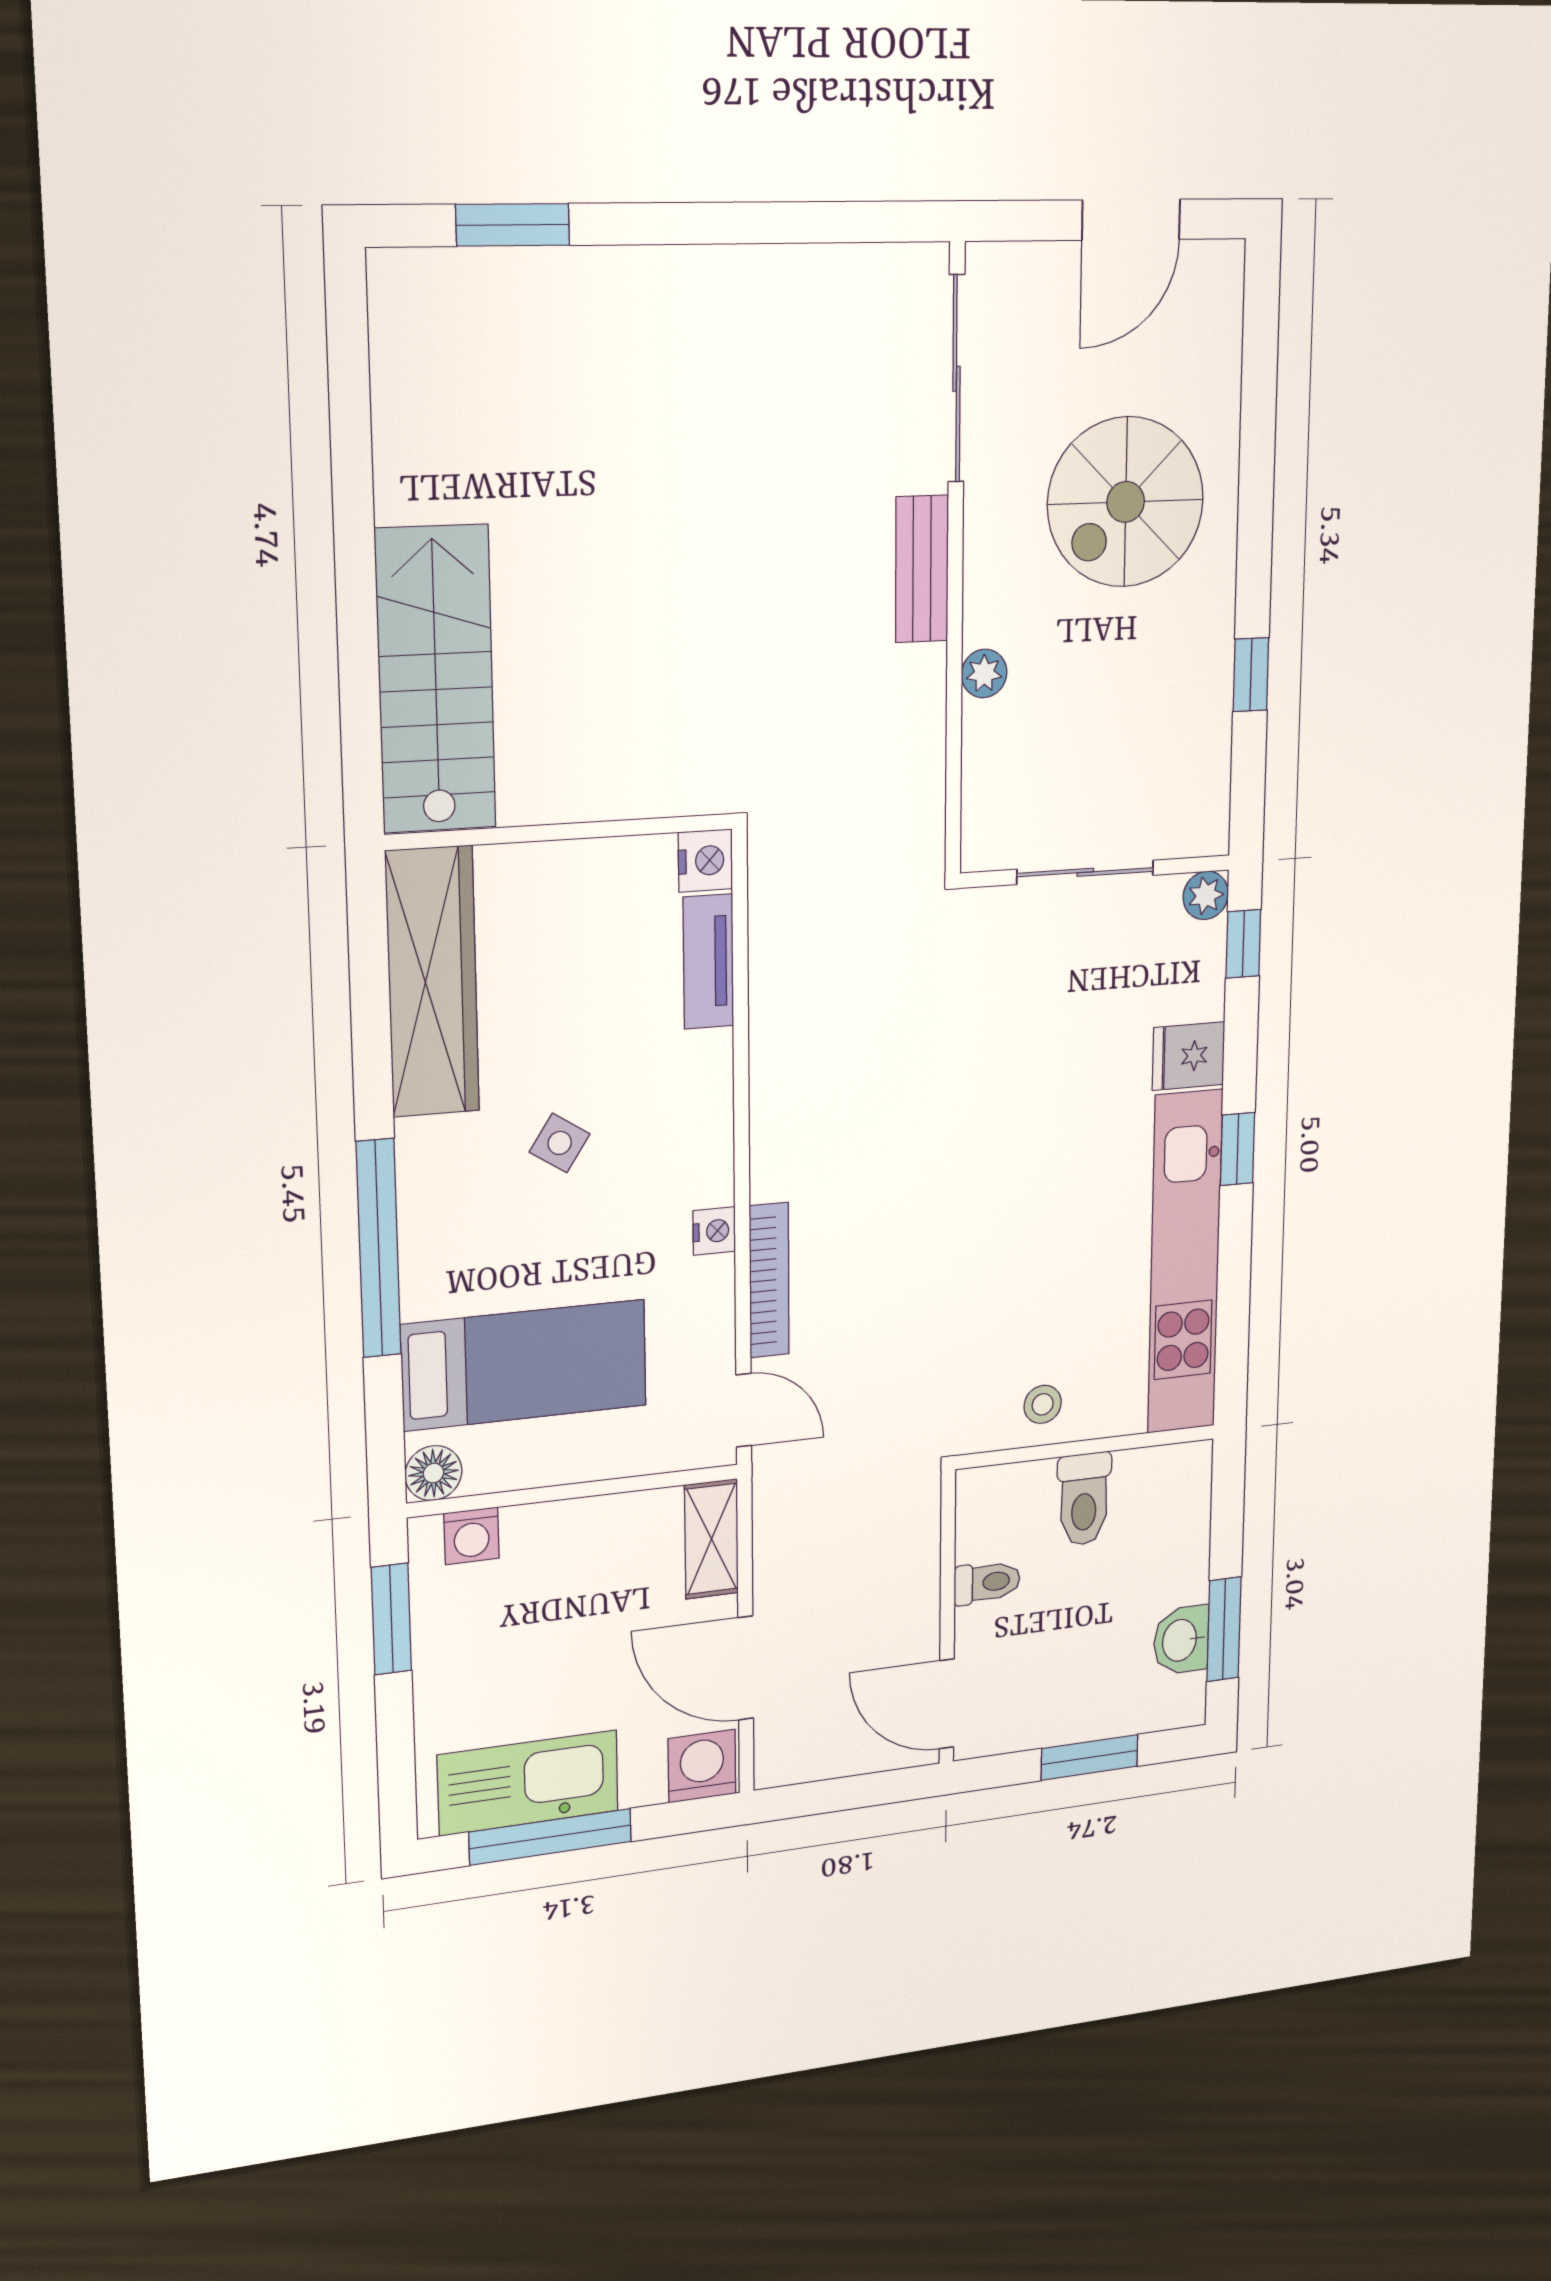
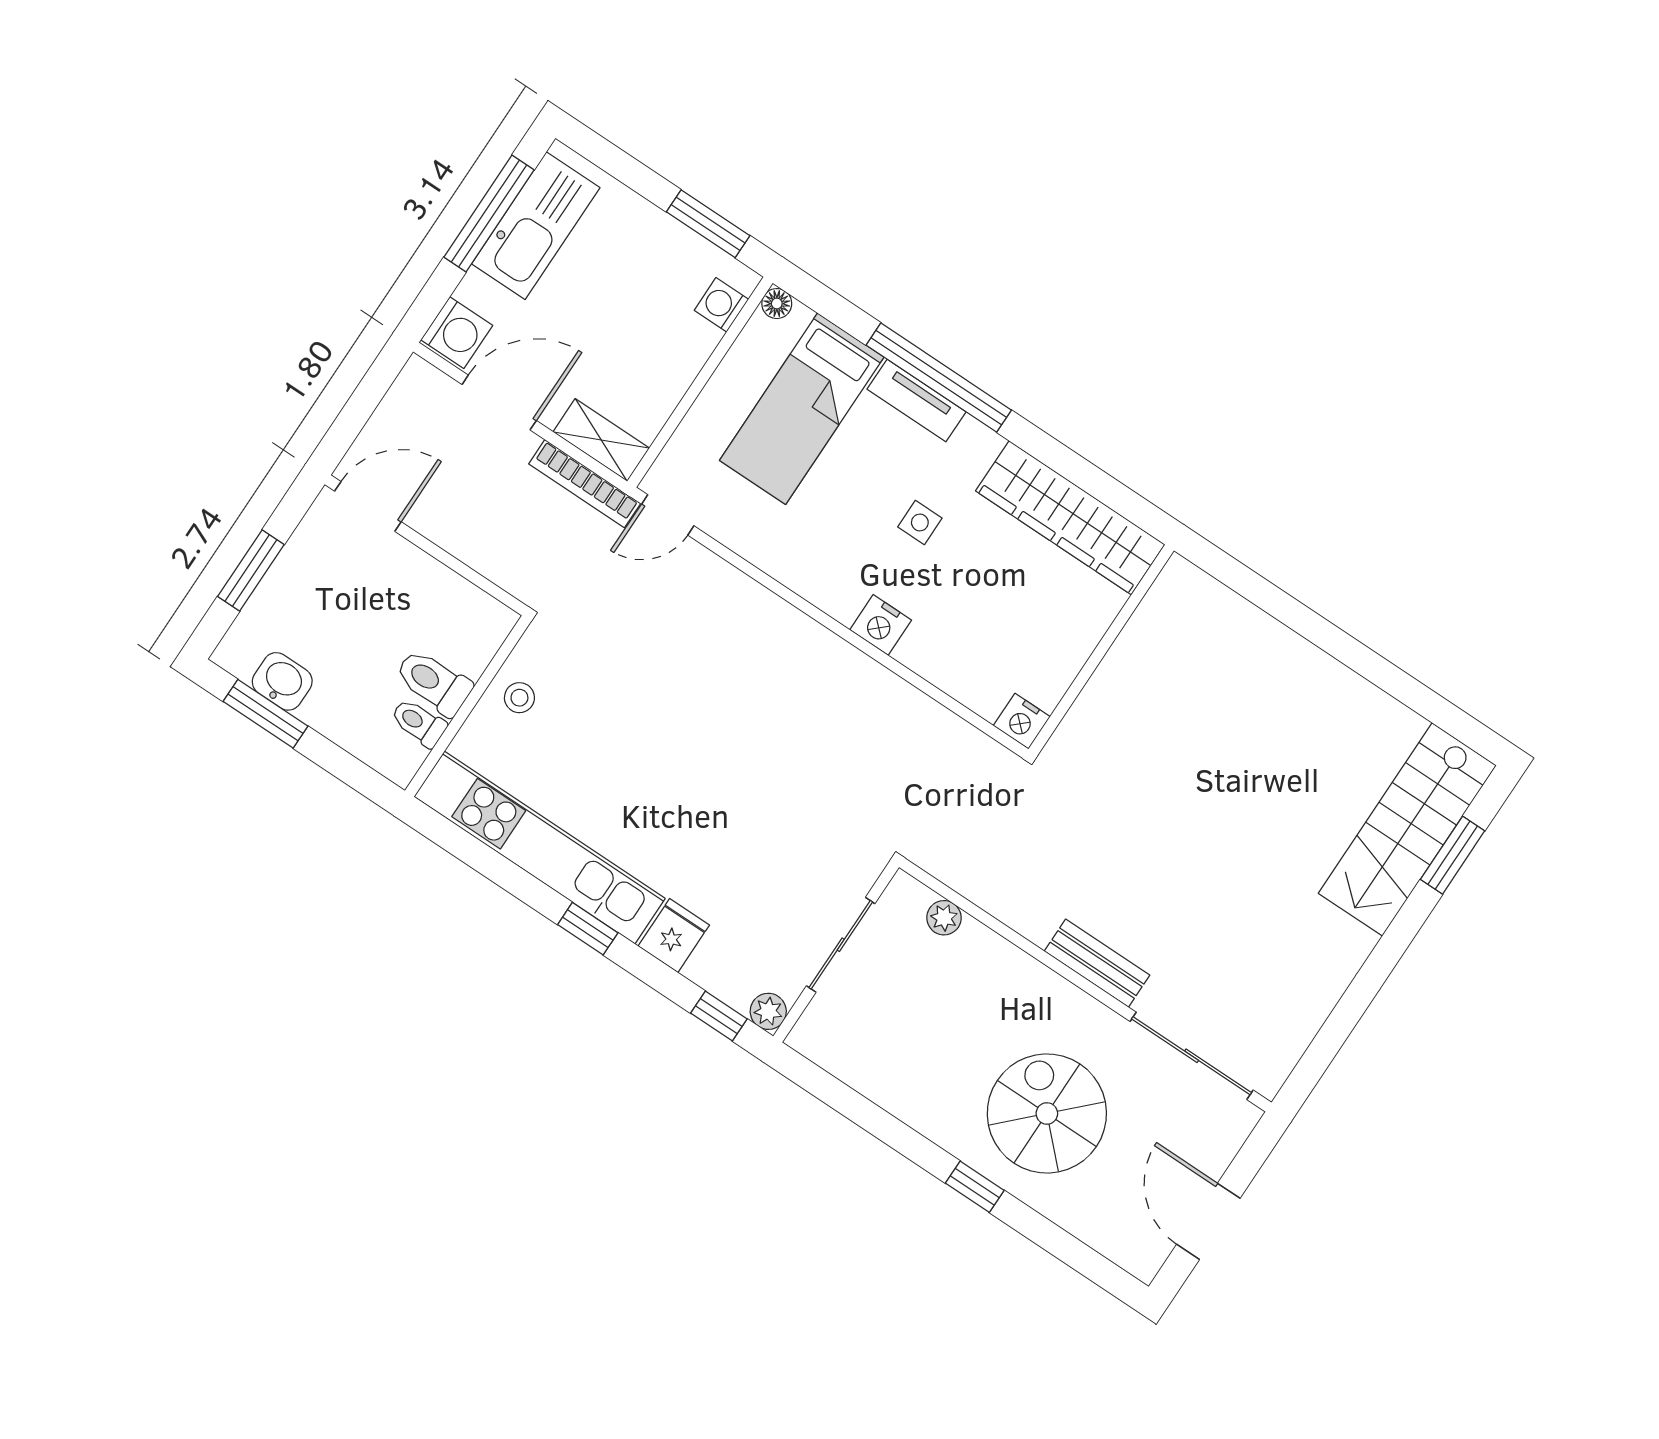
plant: (984, 673) -> (944, 918), moved
window: (1251, 675) -> (975, 1187), moved
stairs: (436, 679) -> (1407, 829), moved, turned 90
tv unit: (708, 962) -> (916, 400), moved, turned 180
side table: (560, 1143) -> (920, 522), turned -33
nightstand: (714, 1231) -> (881, 625), moved, width x1.39, depth x1.35
bookcase: (769, 1280) -> (585, 484), moved
floor lamp: (433, 1473) -> (777, 304), width x0.73, depth x0.73
toilet: (987, 1582) -> (419, 723), moved, turned 90

